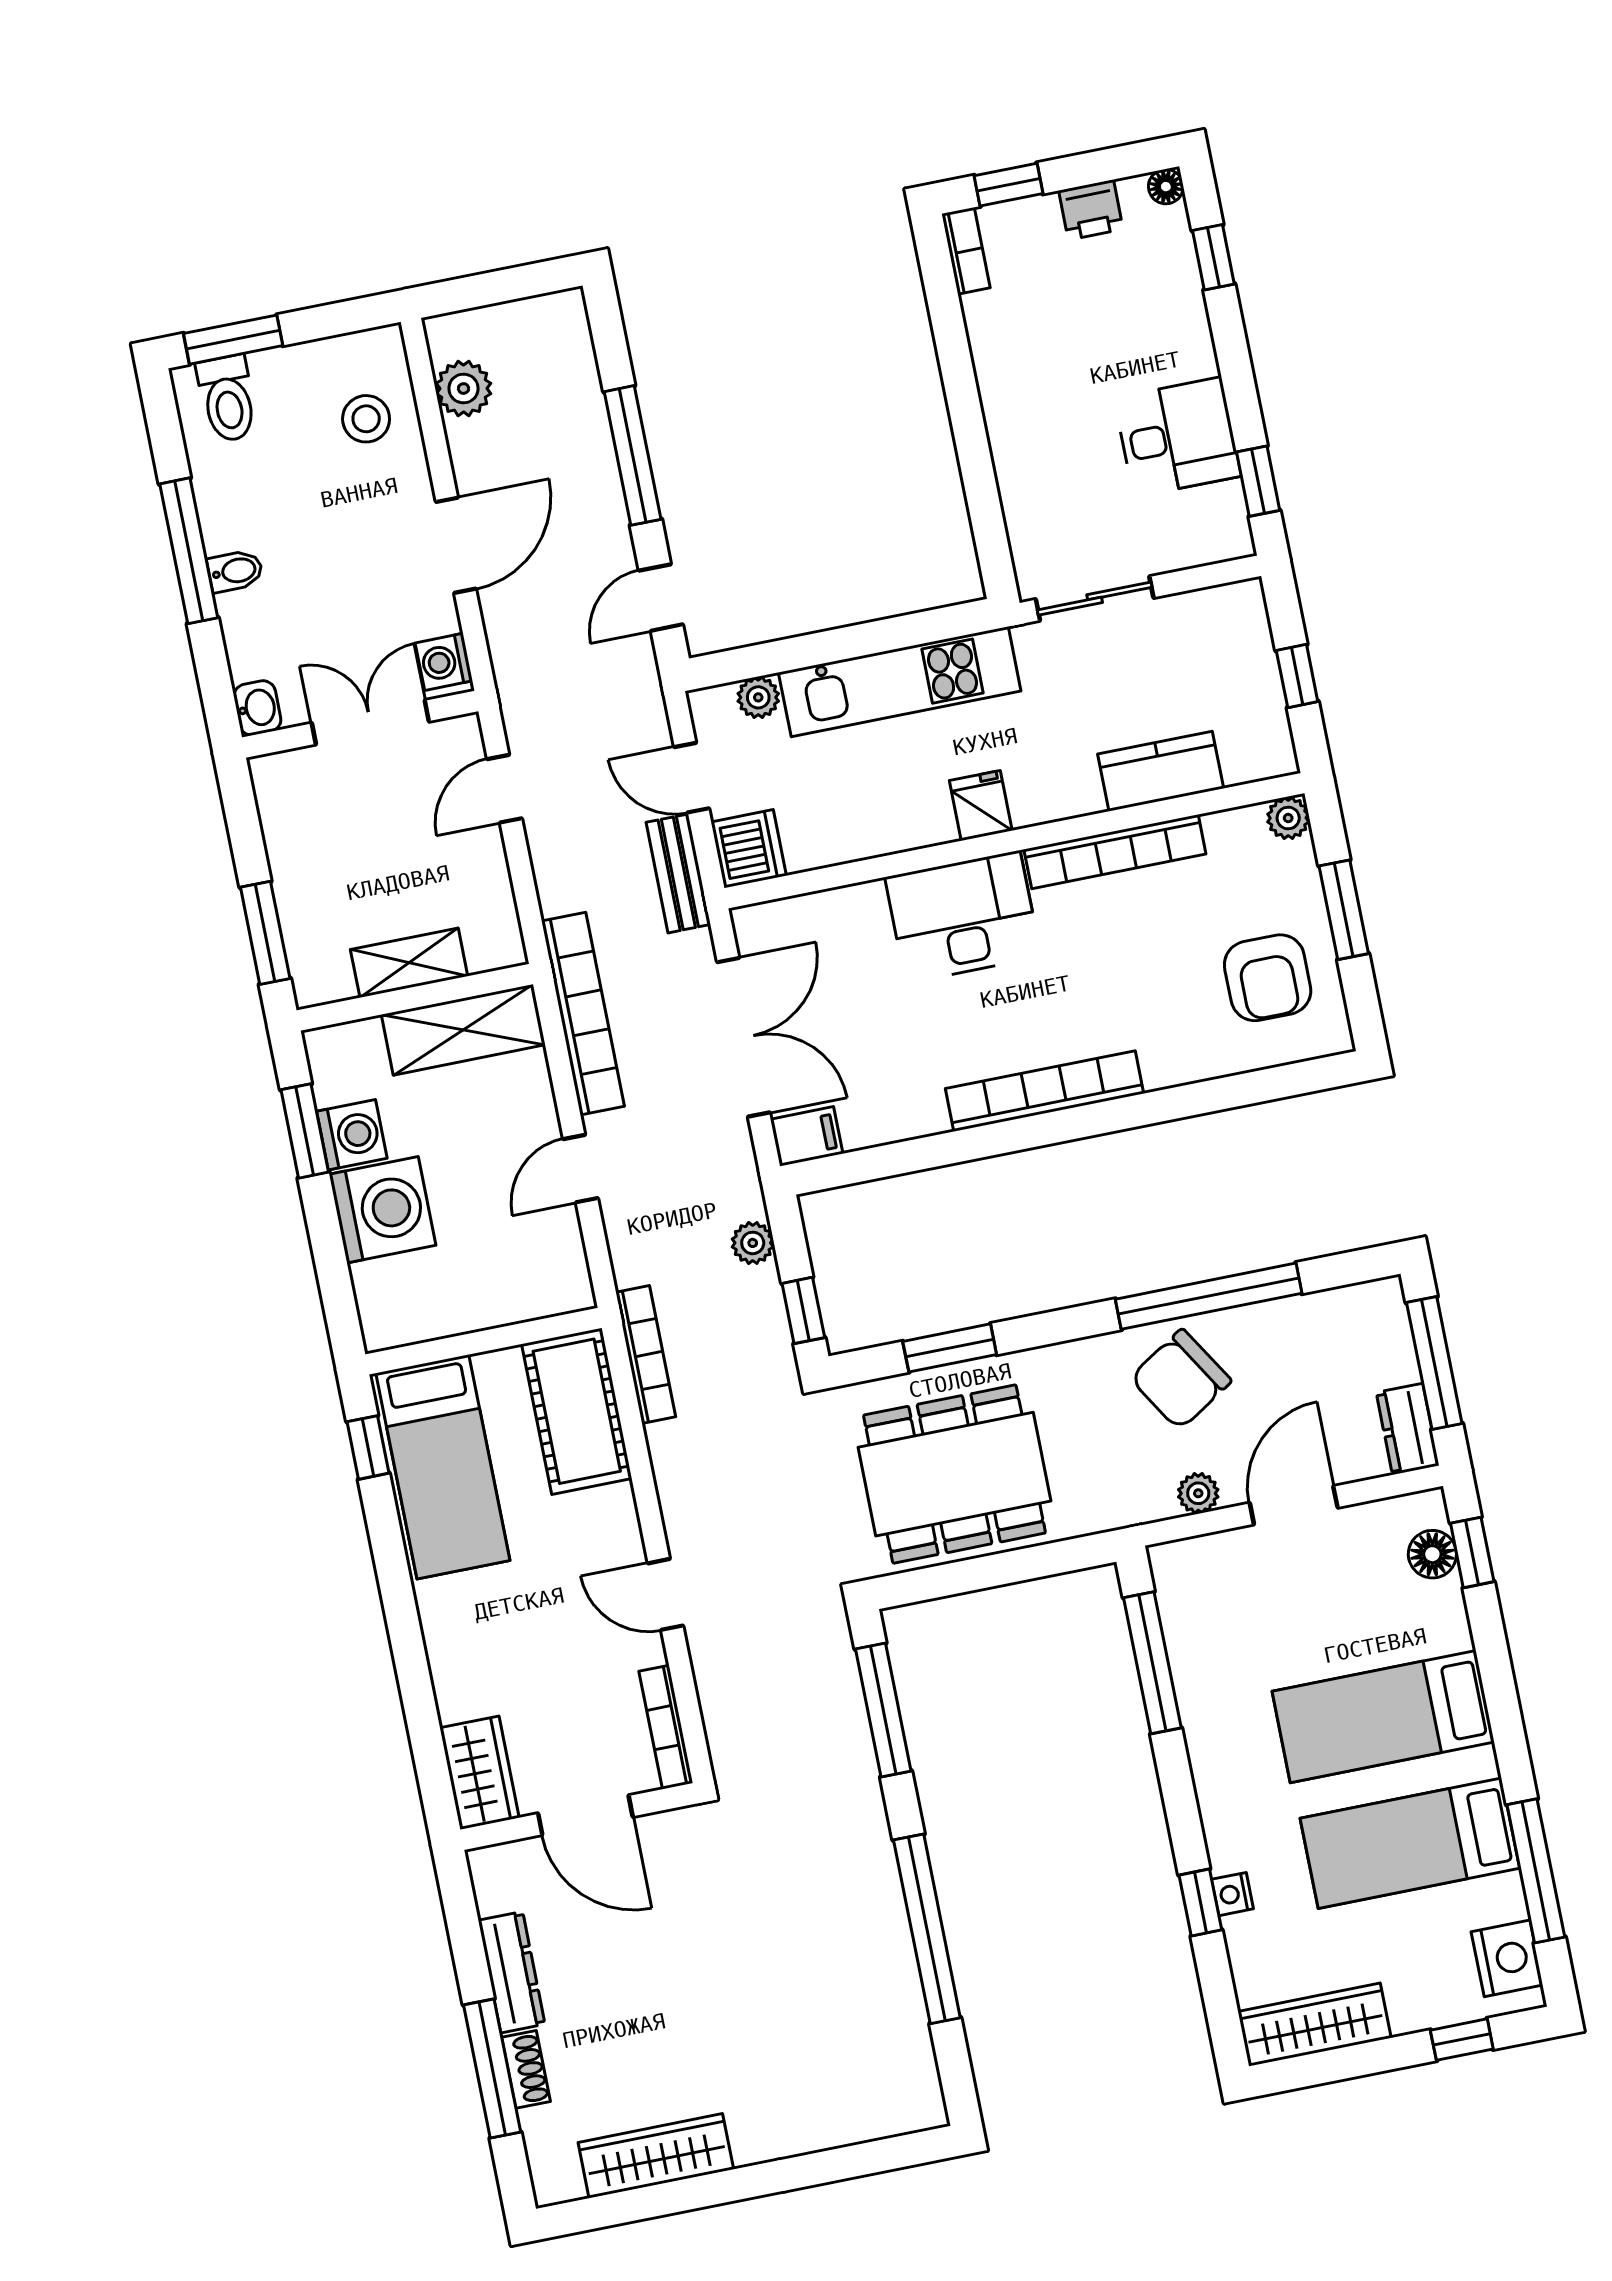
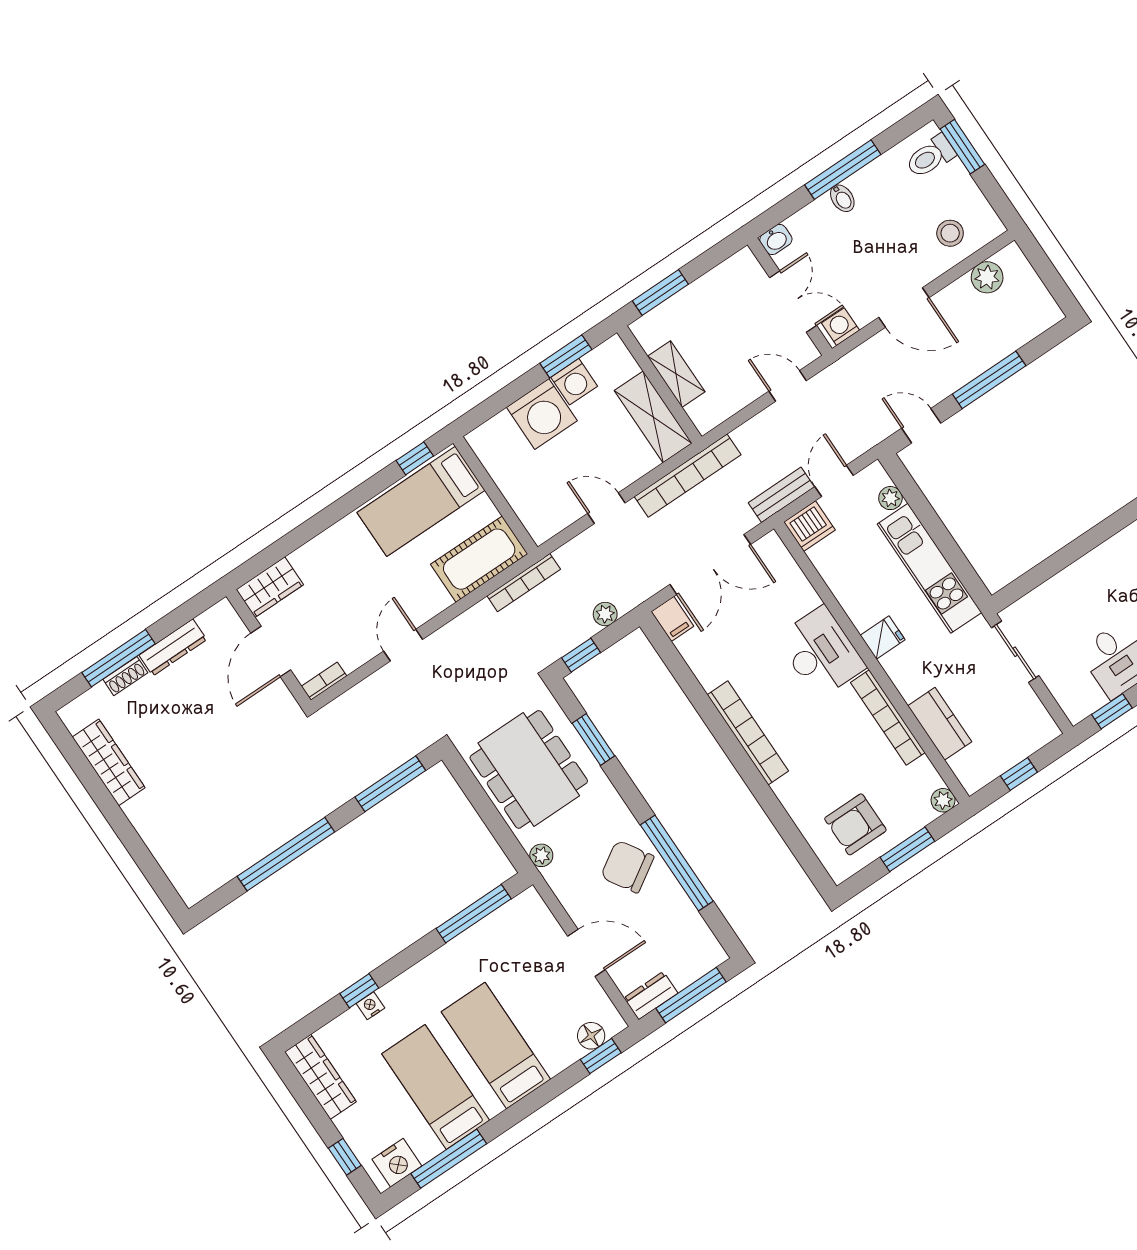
plant: (1198, 1493) -> (541, 855), moved
bookcase: (666, 1727) -> (324, 681), width x0.64

